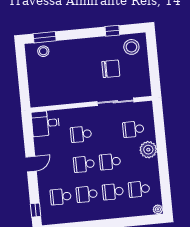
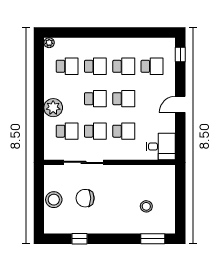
stool: (131, 47) -> (54, 200), moved
stool: (43, 51) -> (146, 206), moved
school desk: (107, 132) -> (95, 131), added

